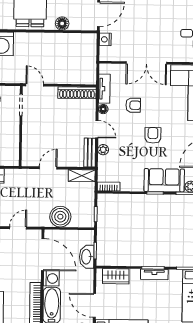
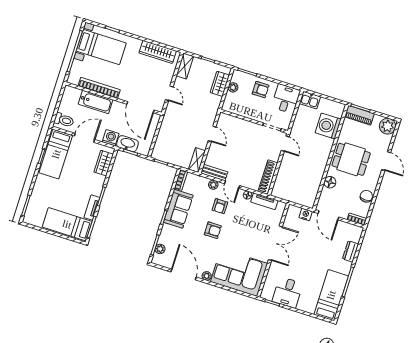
double door: (146, 63) -> (275, 243), swing flipped
door: (35, 85) -> (285, 144), hinge flipped
armchair: (133, 105) -> (220, 206), moved
door: (97, 129) -> (232, 185), hinge flipped
sofa: (164, 180) -> (178, 209), moved
boiler: (60, 217) -> (168, 132), removed
door: (43, 254) -> (141, 107), hinge flipped
tv unit: (154, 274) -> (92, 208), moved
washing machine: (51, 278) -> (111, 138), moved, turned 180

